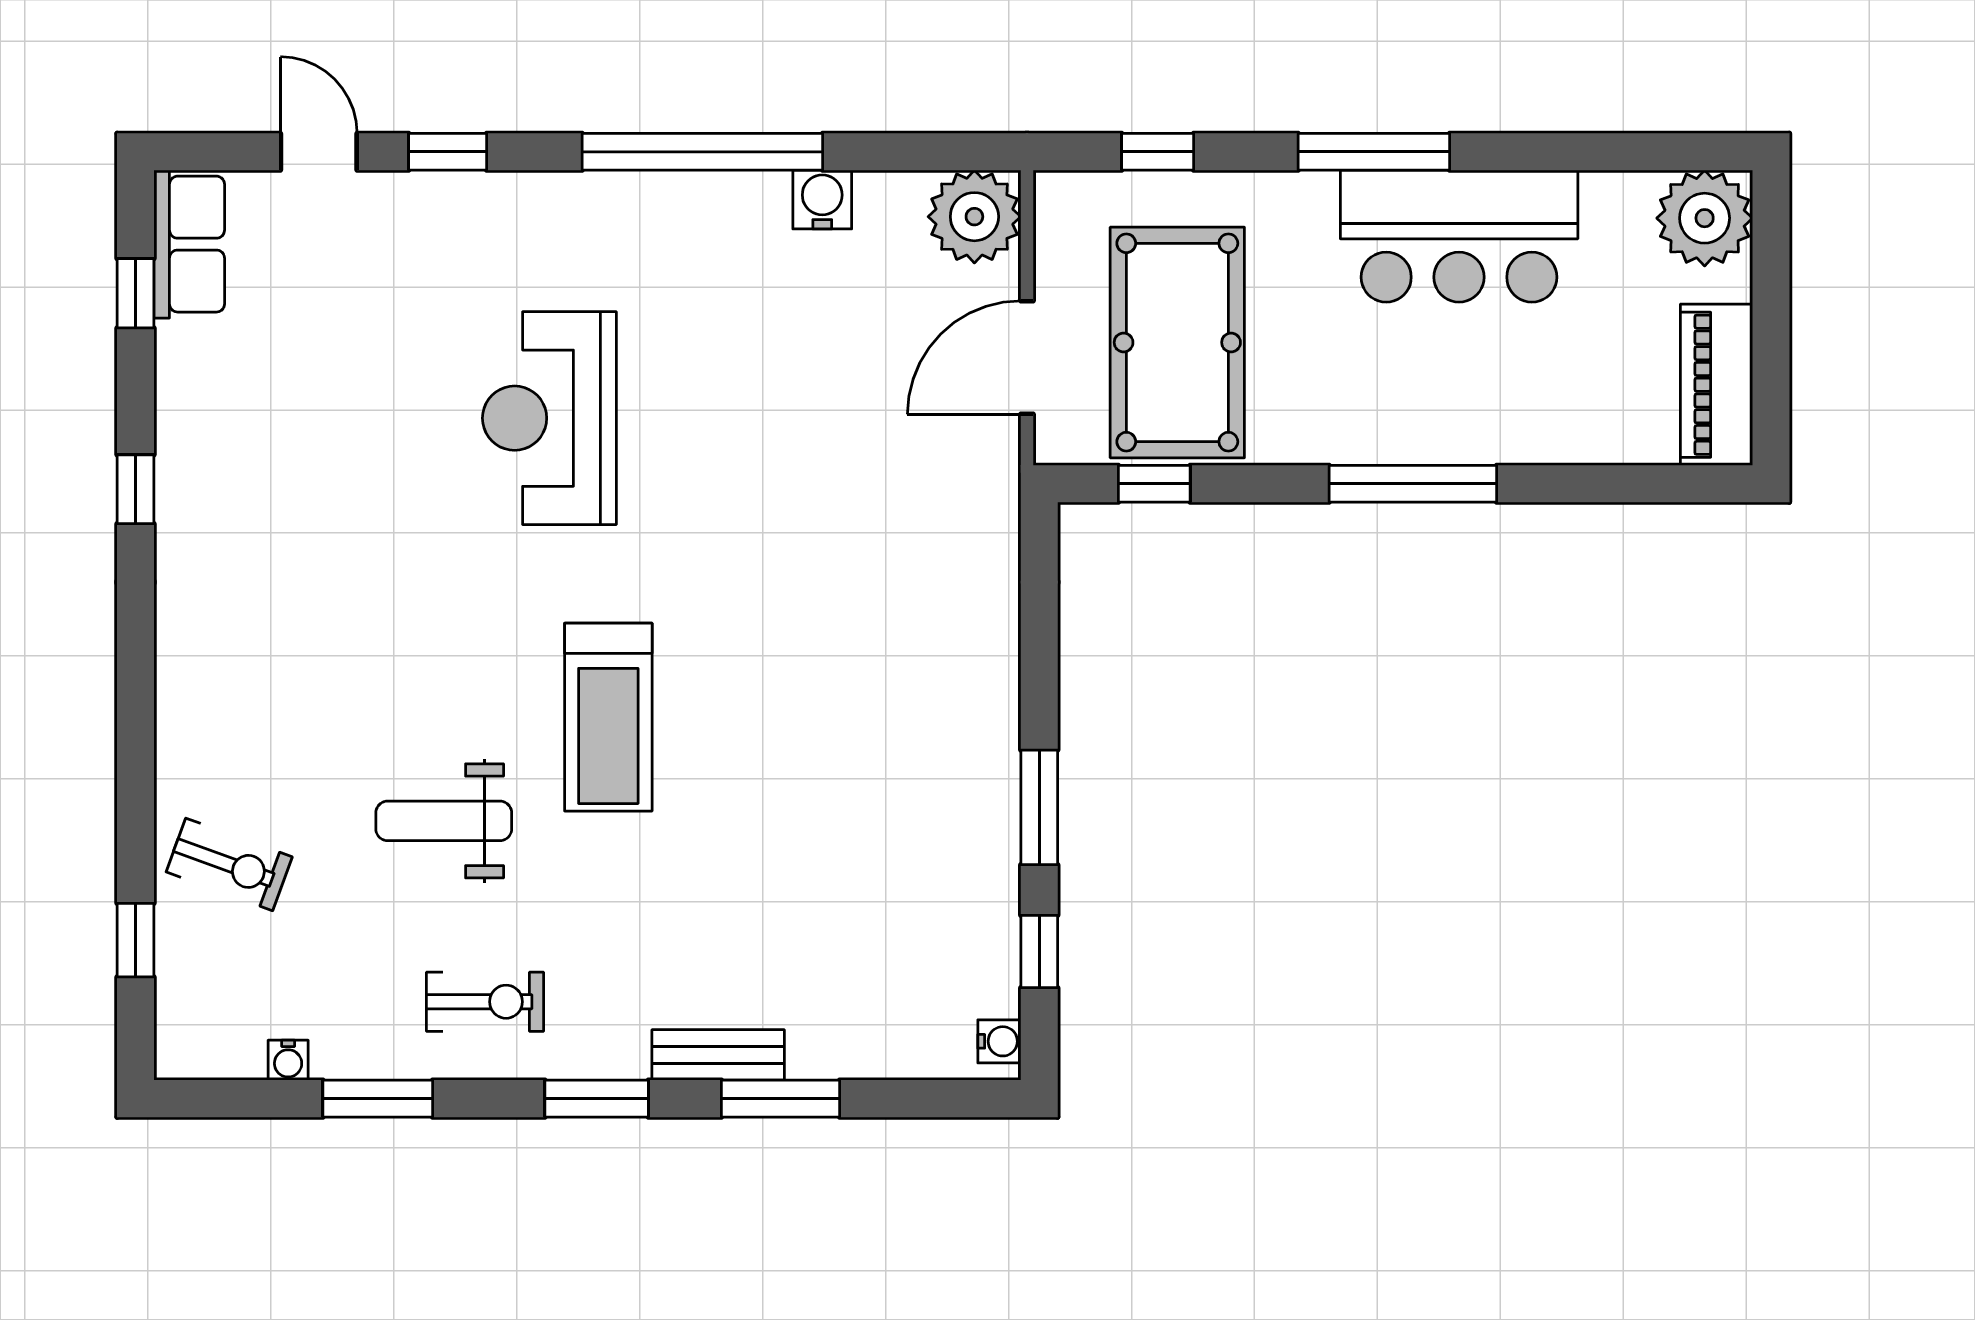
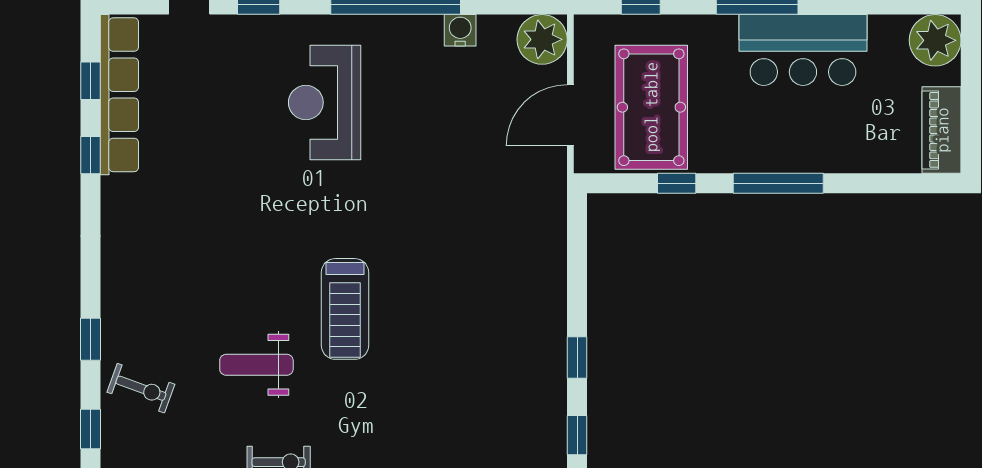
row of seats: (189, 244) -> (119, 95), width x2.02
reception desk: (549, 418) -> (325, 103), moved
window: (1154, 484) -> (677, 183), moved
window: (135, 489) -> (90, 155), moved
window: (135, 774) -> (90, 339), added
window: (1039, 807) -> (577, 358), width x0.67

